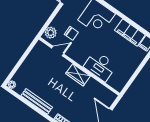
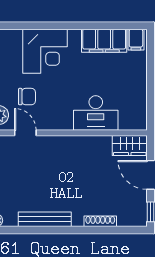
door: (58, 51) -> (25, 133), hinge flipped
wardrobe: (78, 75) -> (130, 145), moved

